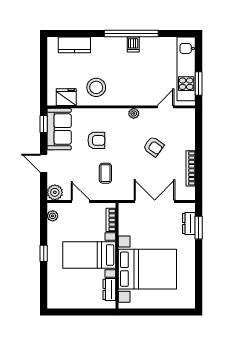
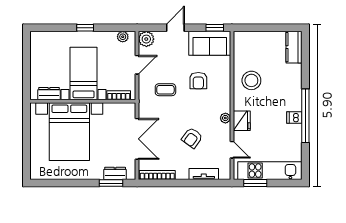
kitchen counter: (74, 45) -> (294, 47), moved
fridge: (66, 97) -> (242, 121), moved
tv unit: (190, 135) -> (204, 174), added
bookcase: (191, 168) -> (157, 175), moved

